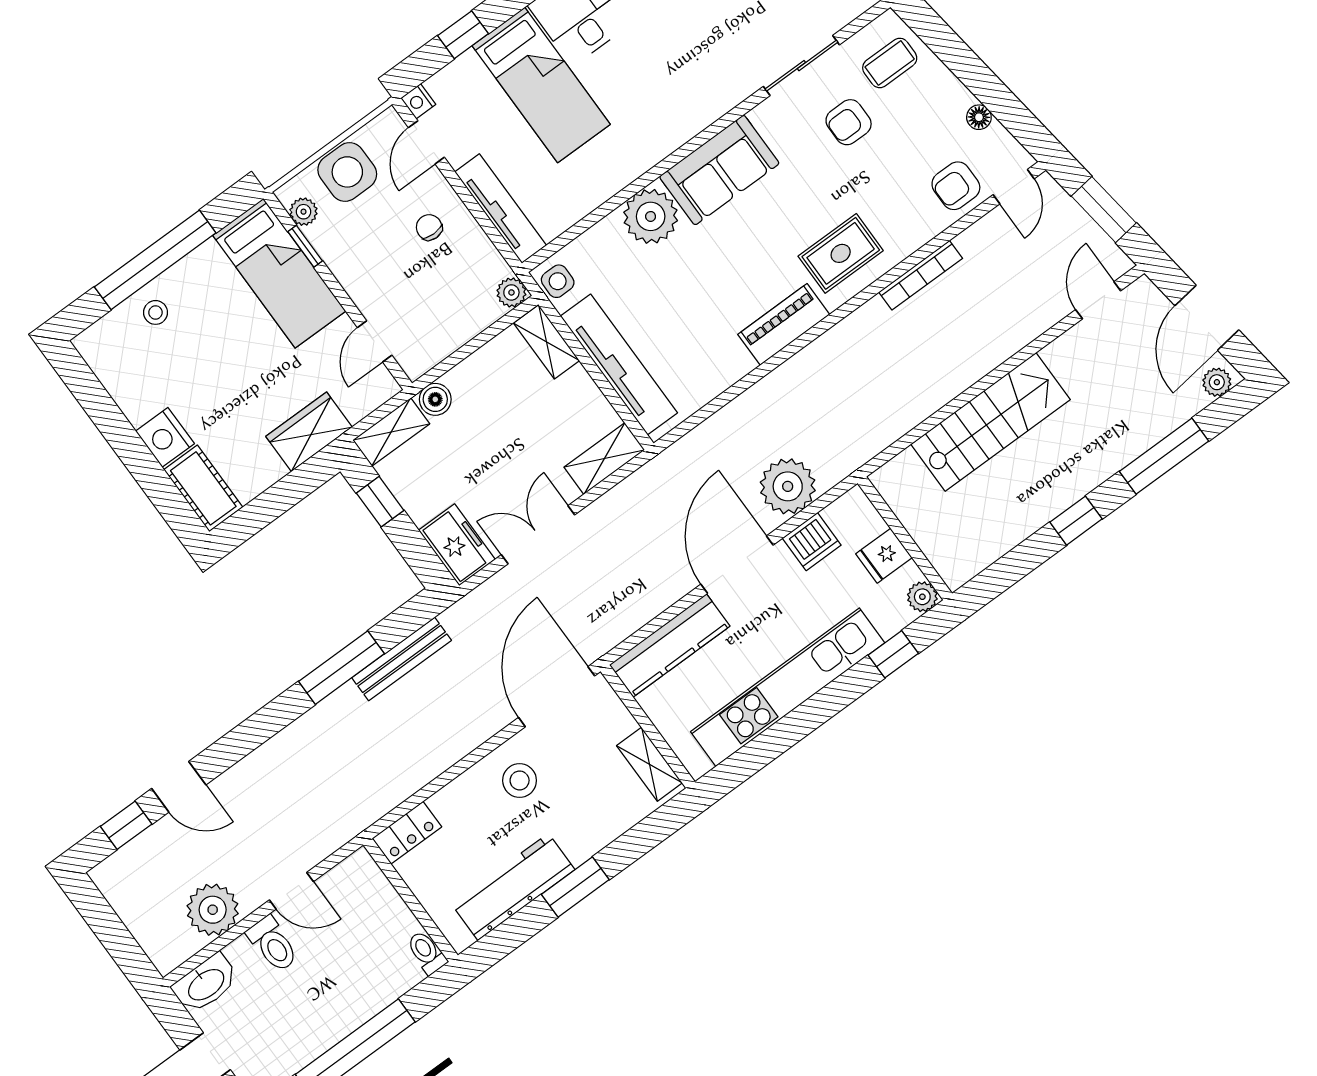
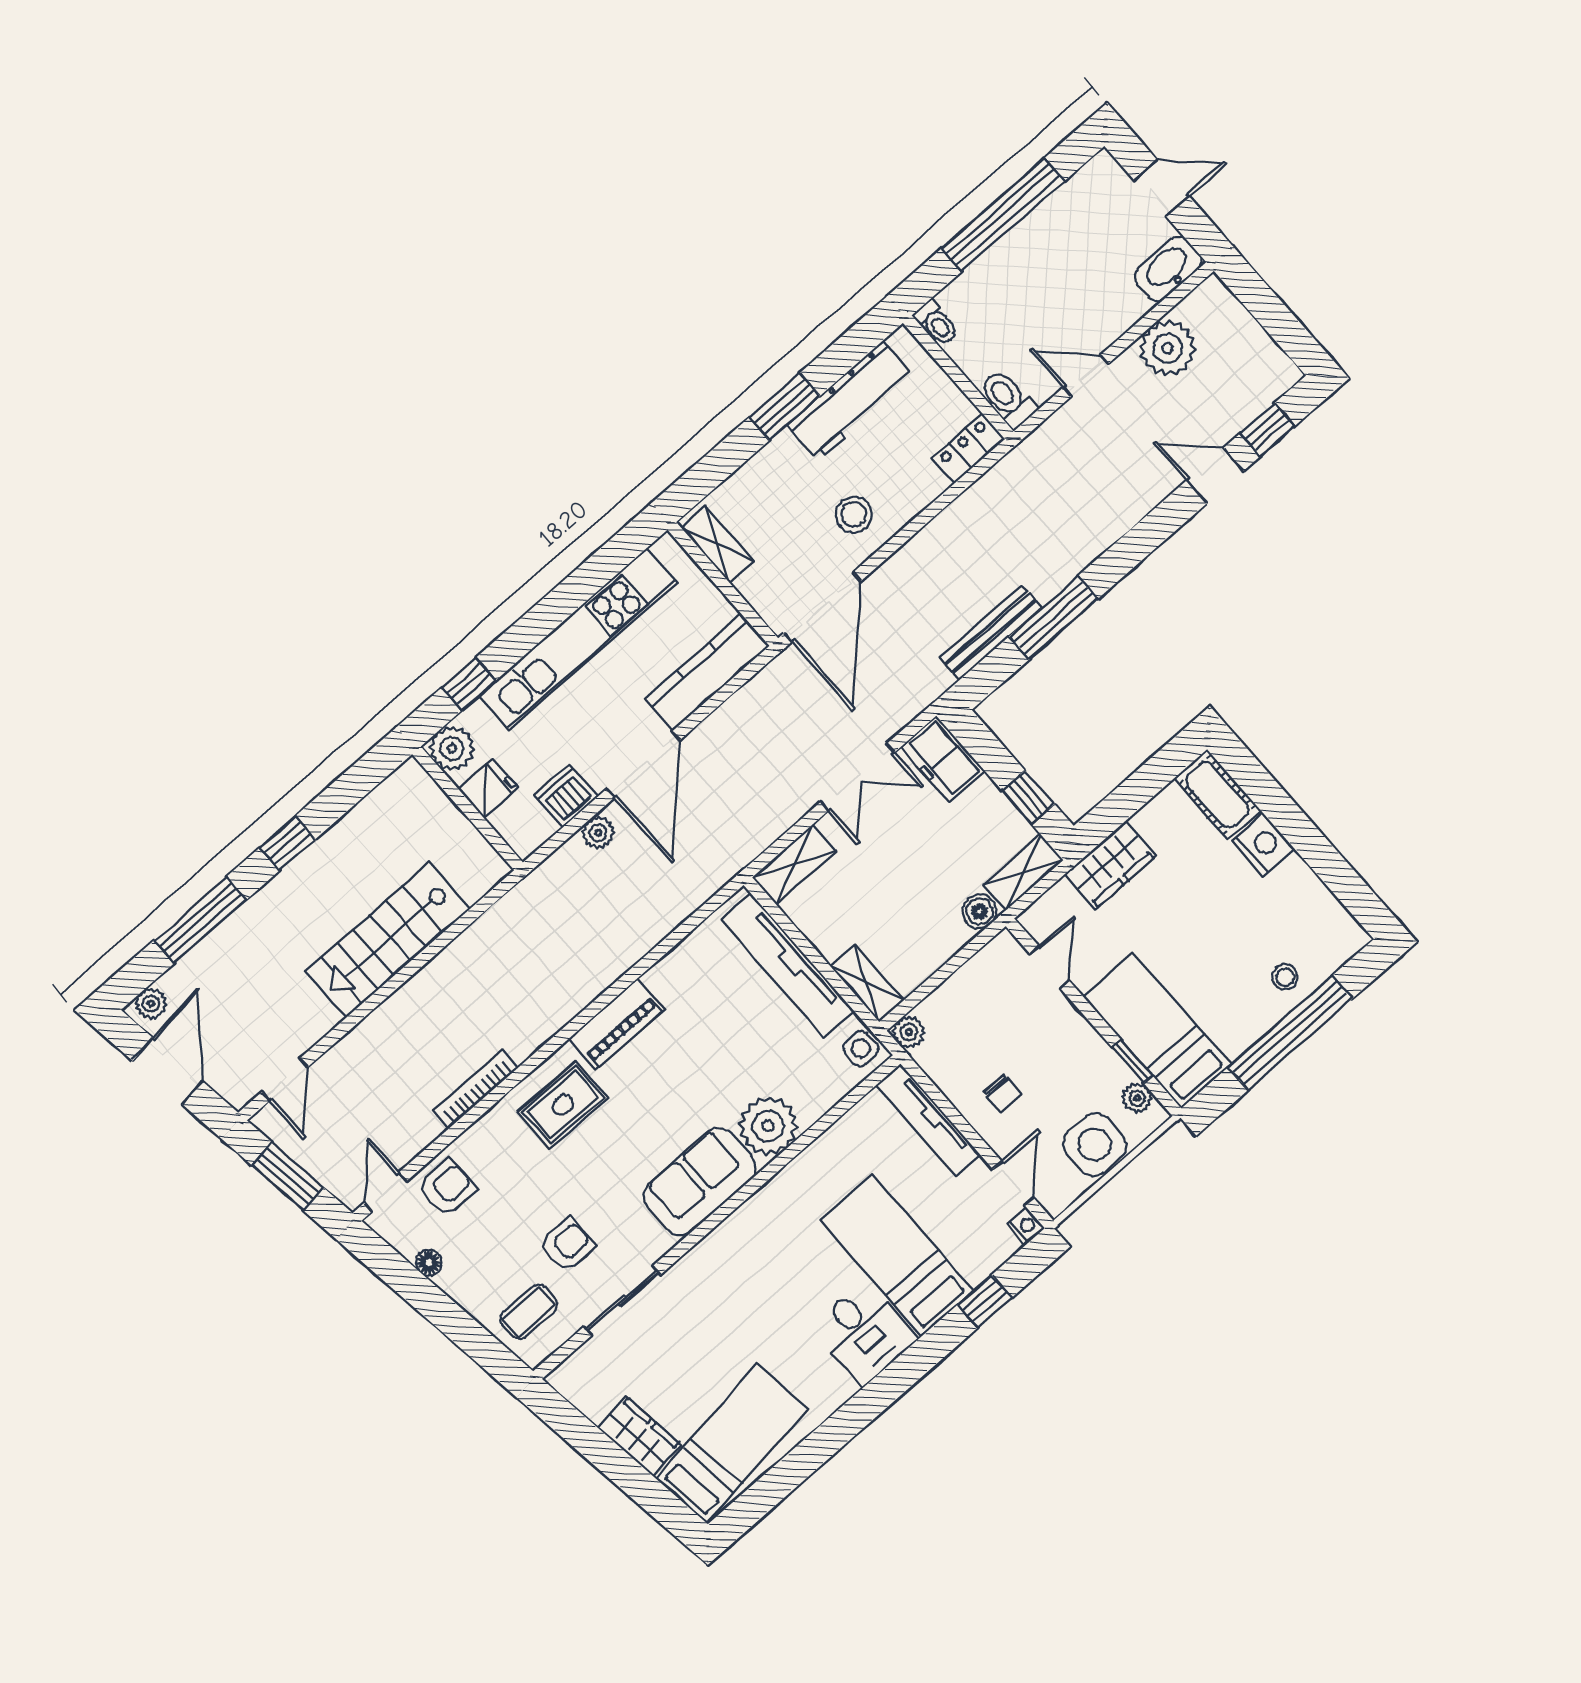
plant: (788, 486) -> (598, 833), width x0.53, depth x0.53
plant: (922, 597) -> (452, 748), width x1.38, depth x1.38
toilet: (273, 944) -> (1008, 399), moved

